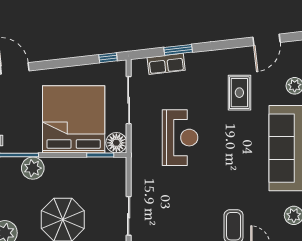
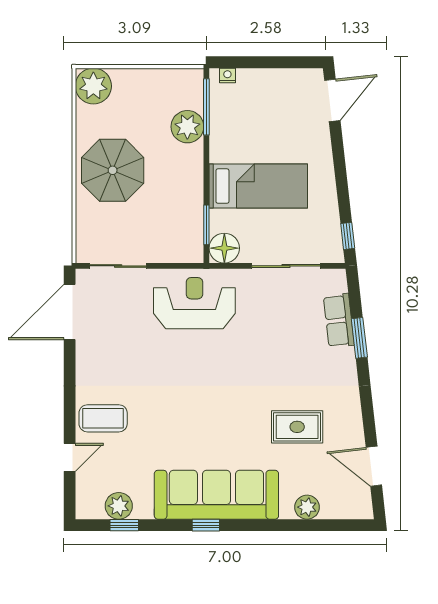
bed: (74, 119) -> (258, 186), width x0.49
reception desk: (180, 138) -> (194, 303), moved, turned 180

